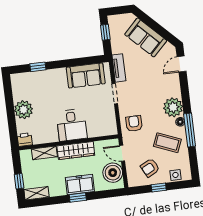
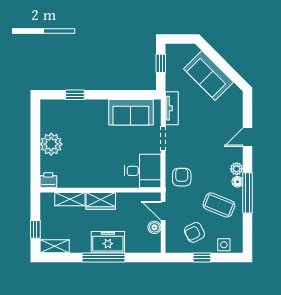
door: (182, 64) -> (248, 137), moved
plant: (173, 107) -> (237, 169), width x0.53, depth x0.53
desk: (72, 125) -> (143, 171), moved, turned -90
wardrobe: (76, 151) -> (101, 201), width x0.67
boiler: (113, 173) -> (154, 227), width x0.54, depth x0.54
window: (78, 197) -> (103, 257), width x2.17

